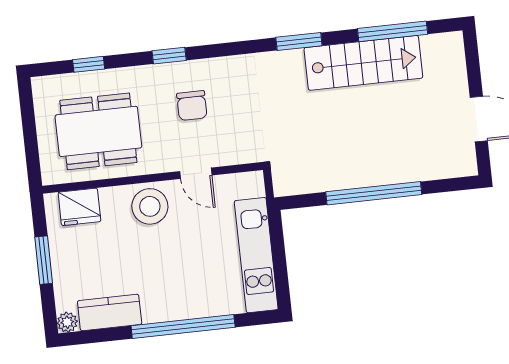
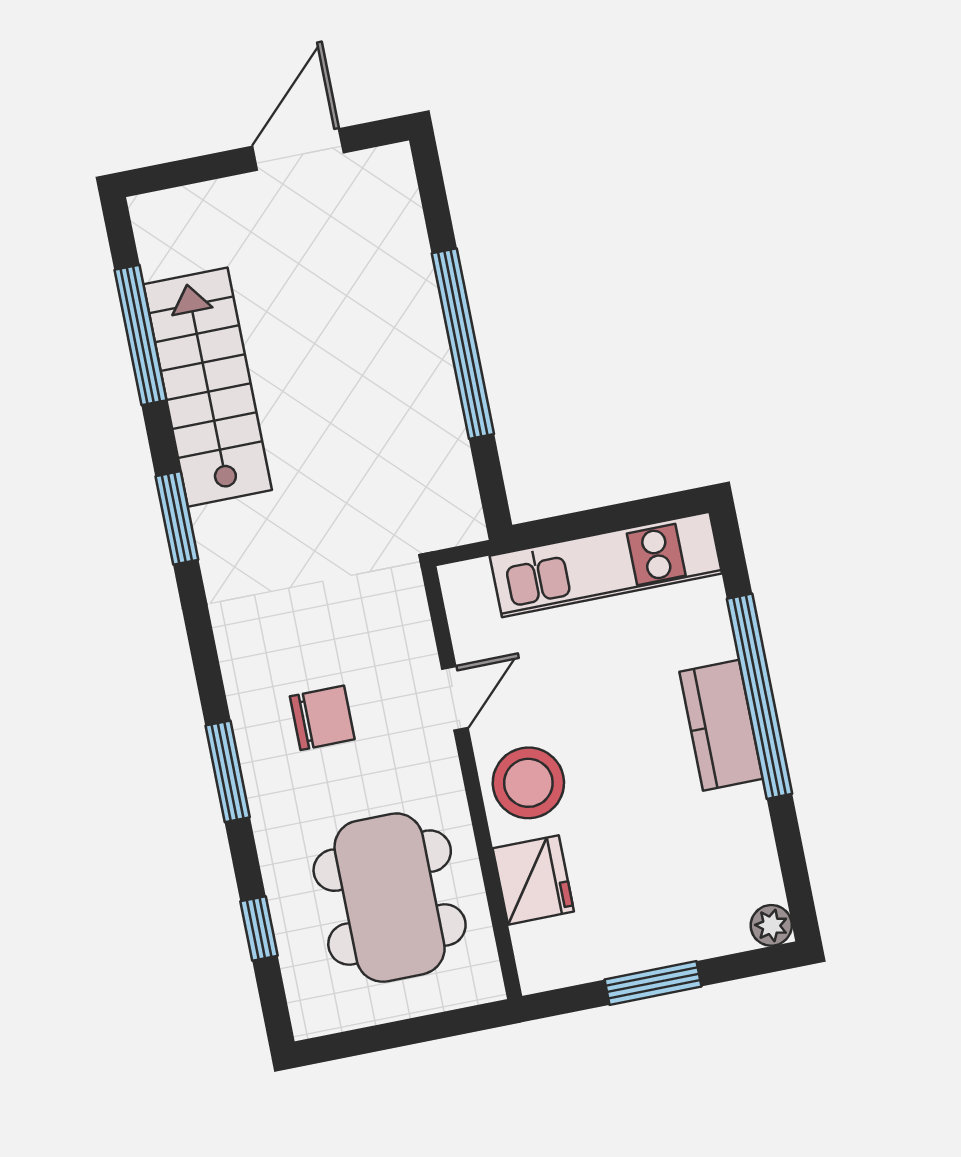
window: (169, 56) -> (228, 771), width x1.50
fridge: (79, 207) -> (533, 880), moved
kitchen counter: (110, 313) -> (721, 725), moved

